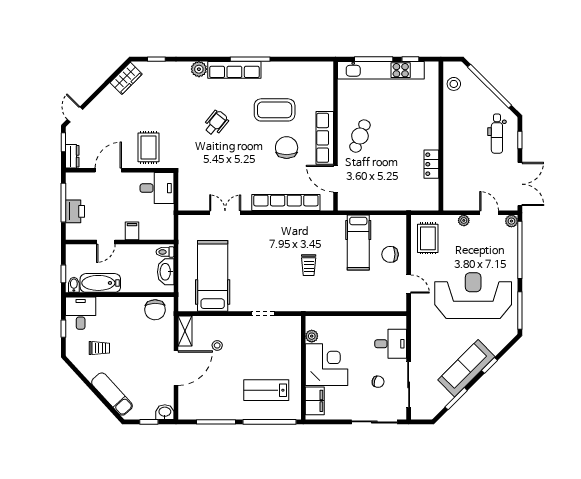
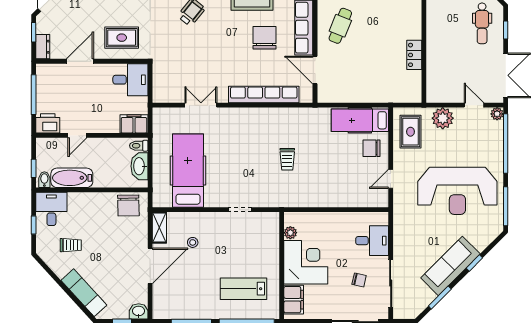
rug: (149, 147) -> (122, 38), turned 90
printer: (75, 211) -> (48, 123), moved, turned -90
plant: (464, 220) -> (443, 118), width x1.87, depth x1.87
filing cabinet: (132, 231) -> (134, 124), moved, width x2.00
hospital bed: (358, 242) -> (360, 120), moved, turned 90
door: (409, 284) -> (391, 179), swing flipped
reception desk: (473, 296) -> (457, 191), turned 180

